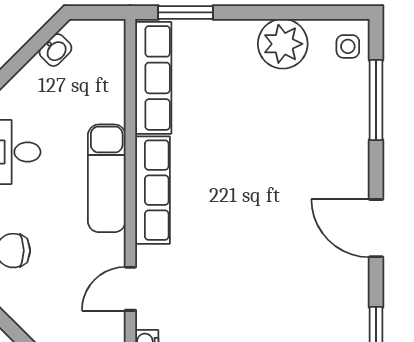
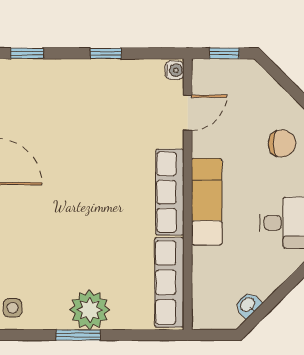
window: (186, 12) -> (78, 335), moved
plant: (283, 44) -> (90, 310), moved

